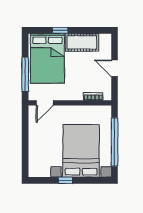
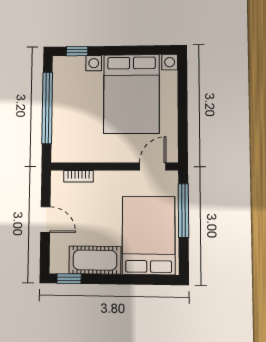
window: (60, 30) -> (69, 279), moved
bed with nightstands: (81, 151) -> (131, 94), moved
window: (65, 180) -> (77, 51), moved

